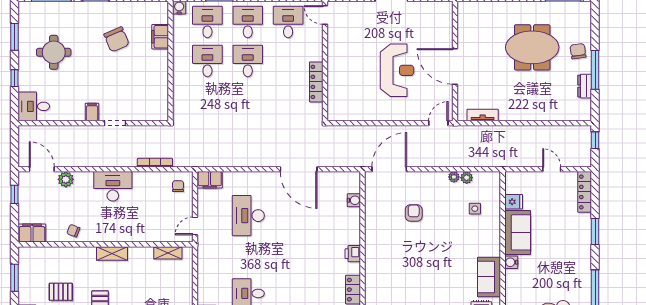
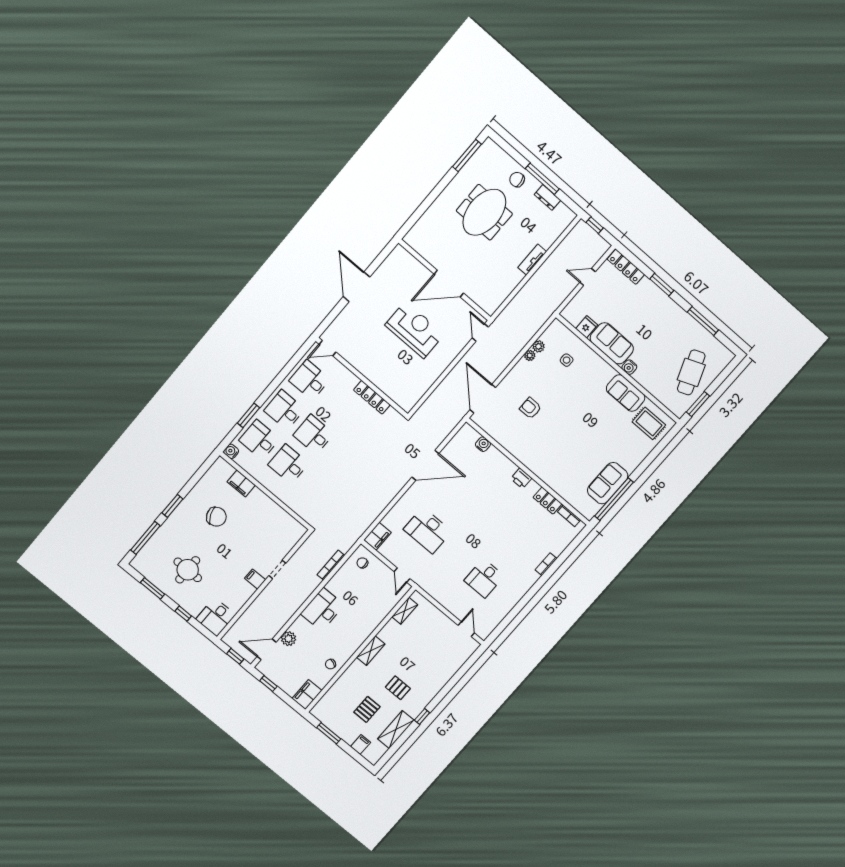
tv unit: (483, 115) -> (532, 260), moved
window: (15, 149) -> (235, 656), added

